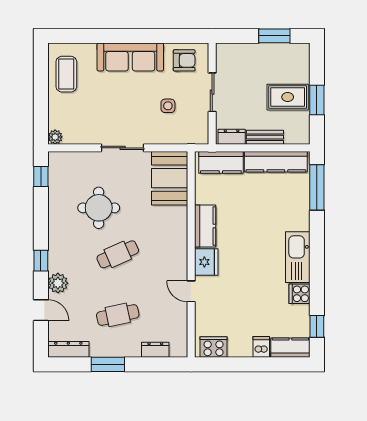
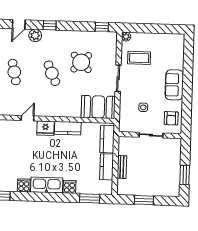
sofa: (130, 57) -> (174, 85), width x0.73
coffee table: (66, 74) -> (139, 58), moved
rug: (288, 97) -> (146, 182), removed
dresser: (232, 137) -> (123, 146), removed
kitchen counter: (276, 162) -> (107, 167), width x0.67
window: (317, 187) -> (90, 198), width x0.69
round table: (99, 208) -> (81, 62), turned 45
cooker: (300, 220) -> (69, 187), added

